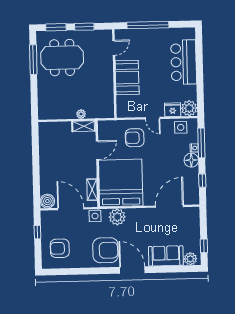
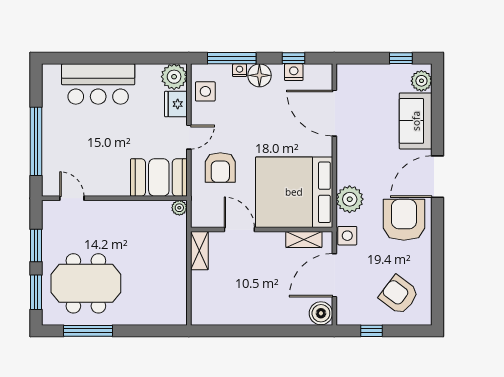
meeting table: (62, 58) -> (86, 283), turned 90
booth: (127, 78) -> (159, 177), moved
plant: (81, 114) -> (179, 208), moved
nightstand: (194, 181) -> (294, 72), added
armchair: (60, 248) -> (399, 295), turned 127

